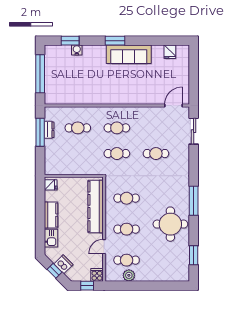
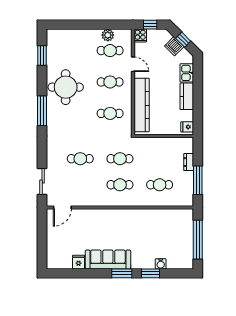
window: (70, 41) -> (151, 273), moved
fridge: (170, 52) -> (79, 262), moved
dresser: (49, 130) -> (189, 162), moved
door: (104, 247) -> (133, 64), hinge flipped

